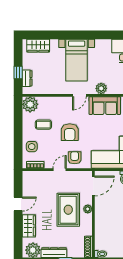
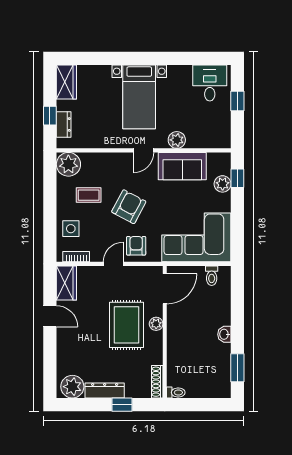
wardrobe: (38, 46) -> (66, 82), moved, turned -90
armchair: (70, 132) -> (129, 207), turned -152
door: (18, 204) -> (50, 316), hinge flipped
wardrobe: (29, 226) -> (66, 283), moved

